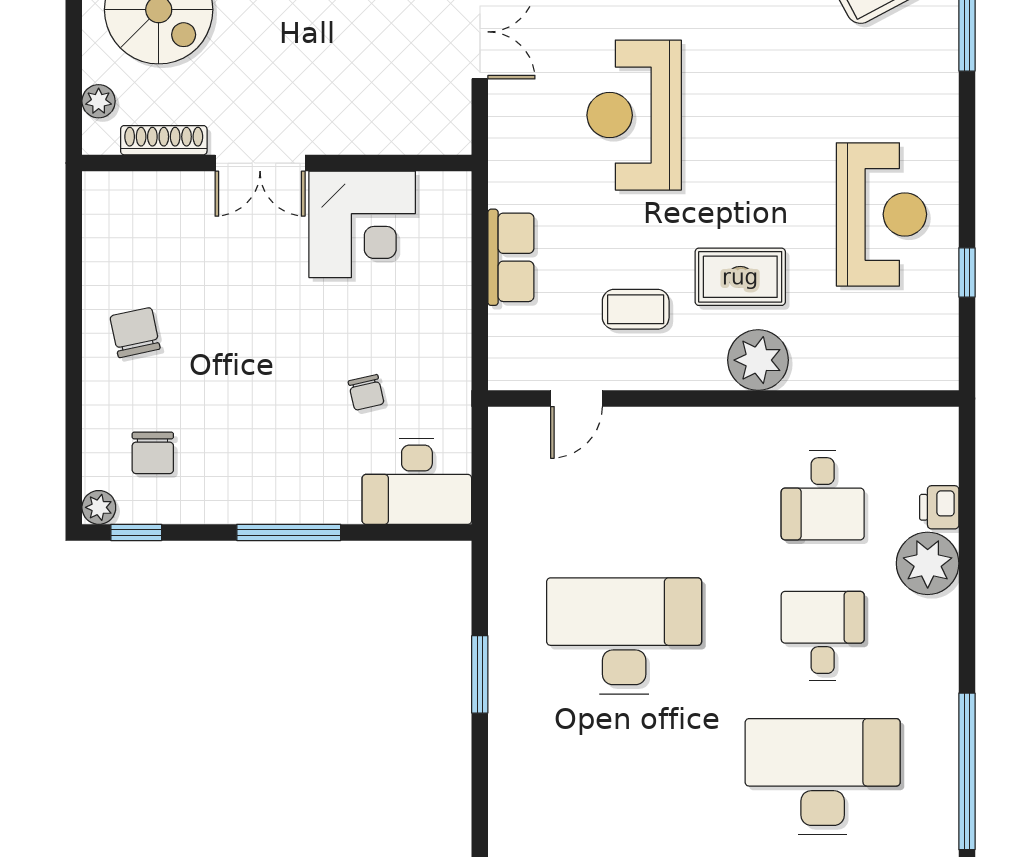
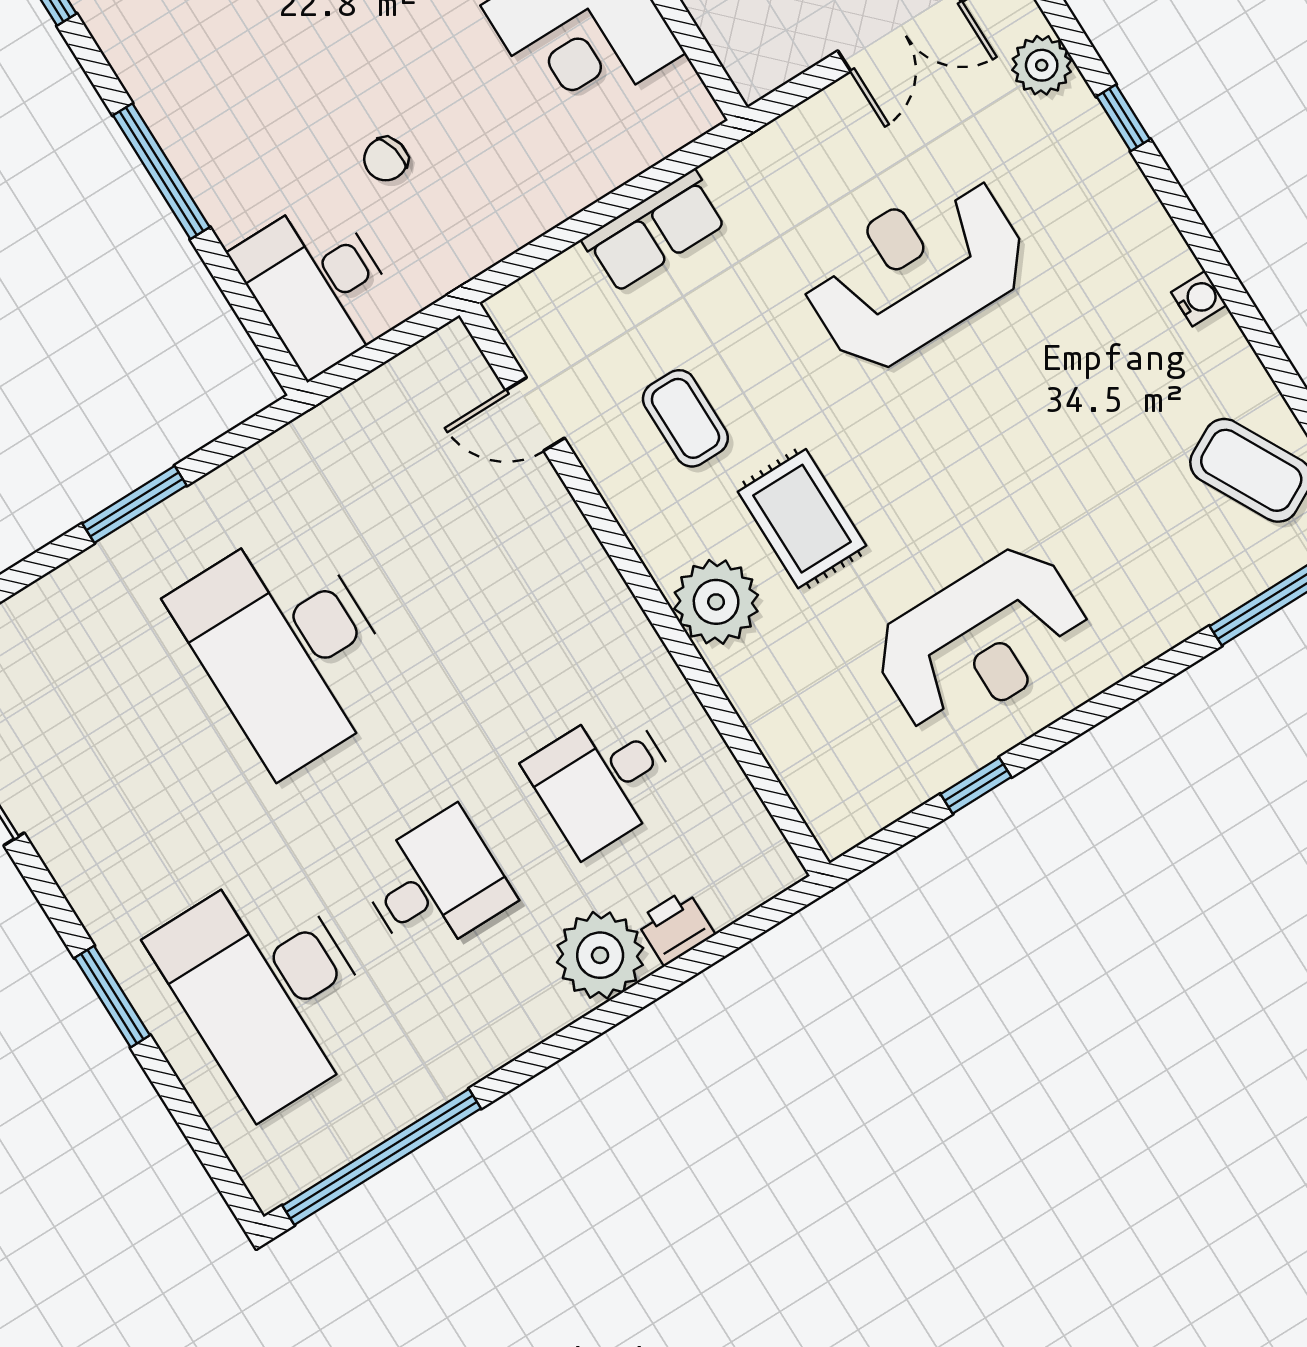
desk: (624, 636) -> (288, 648), turned 180
desk: (823, 777) -> (268, 989), turned 180

